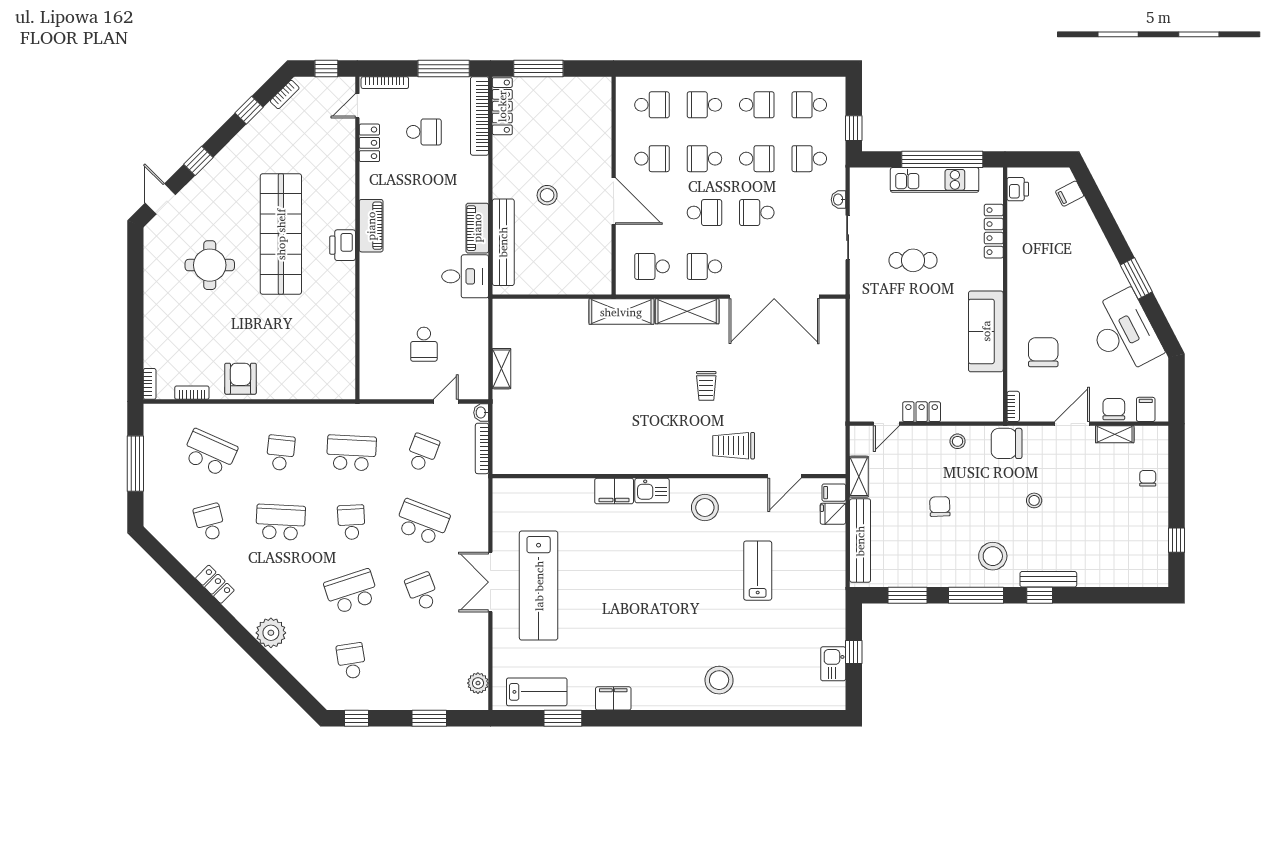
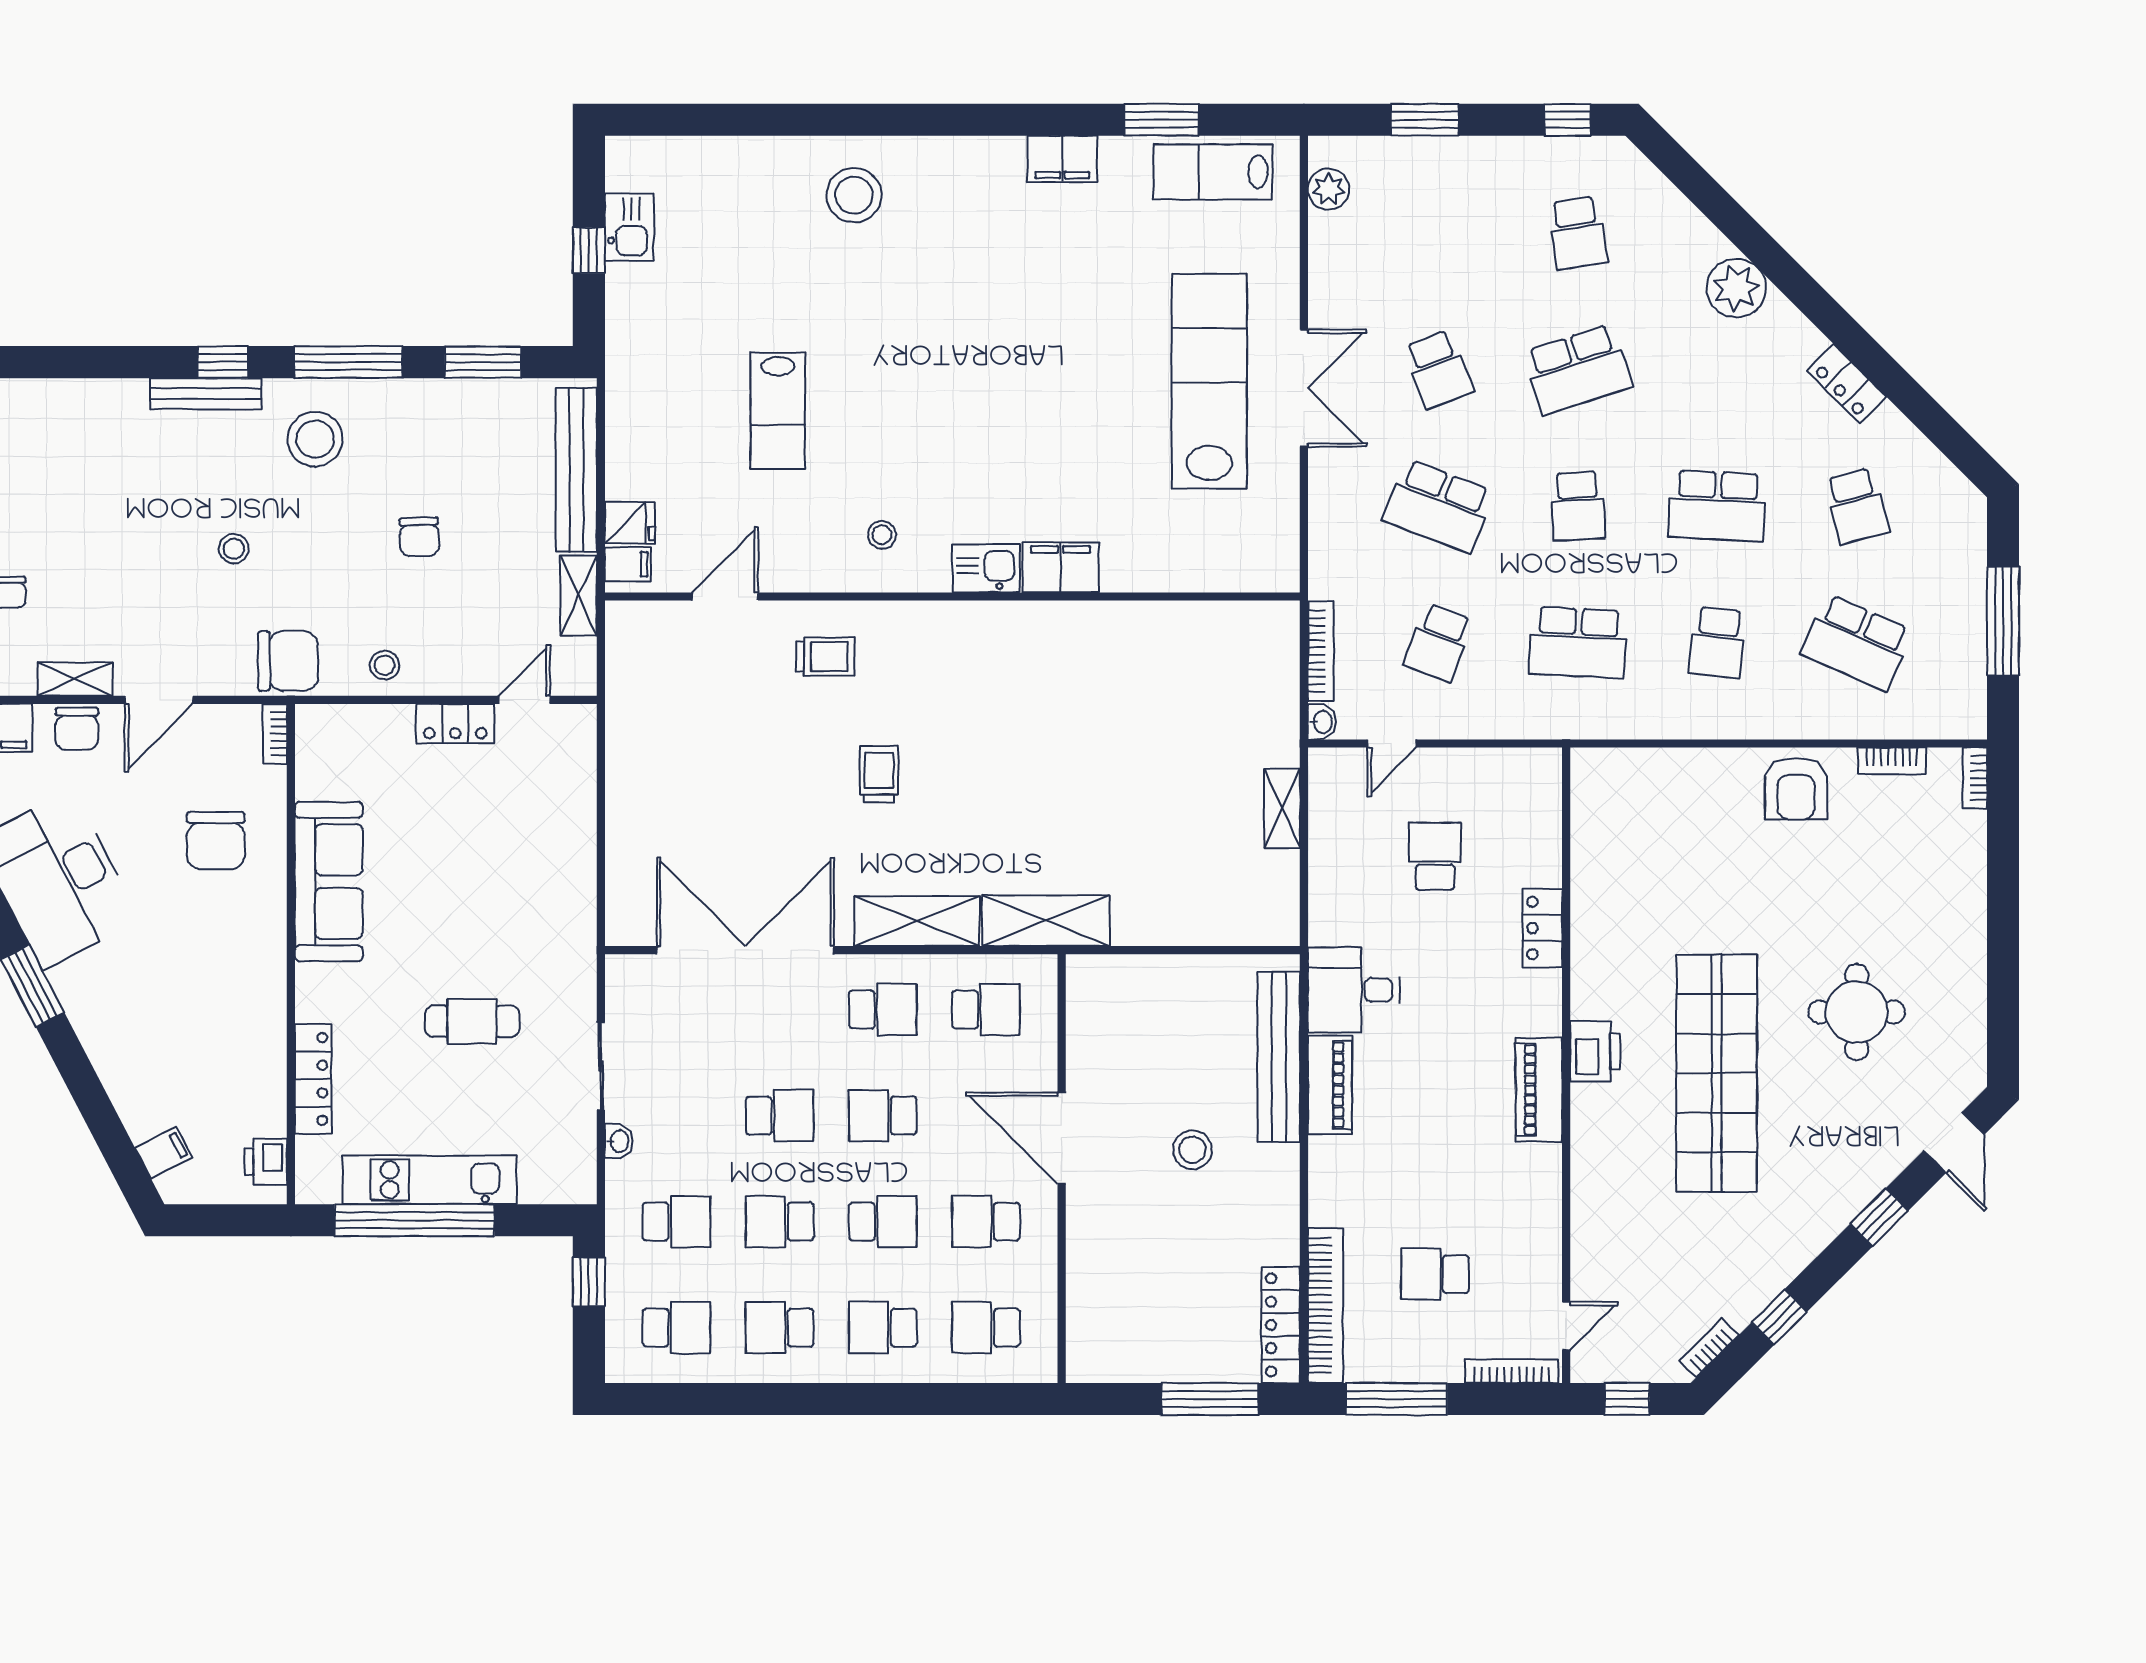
school desk: (704, 105) -> (883, 1328), turned 180
locker: (369, 143) -> (1542, 928), moved
trolley: (734, 446) -> (825, 657), width x0.73, depth x0.72
stool: (705, 508) -> (882, 535), width x0.53, depth x0.53

